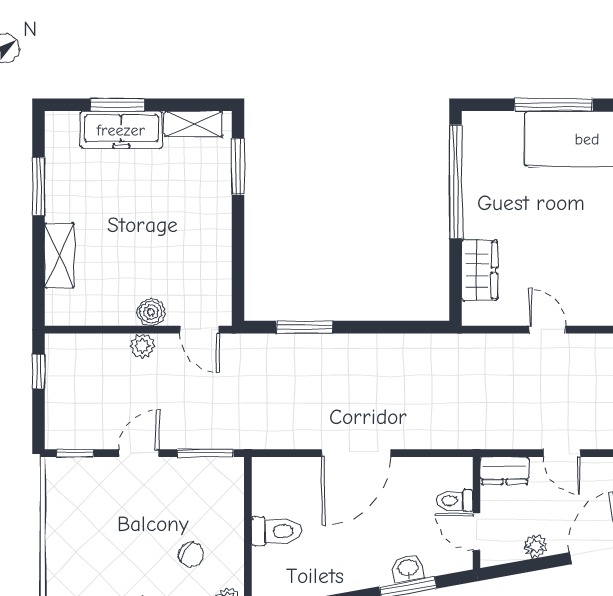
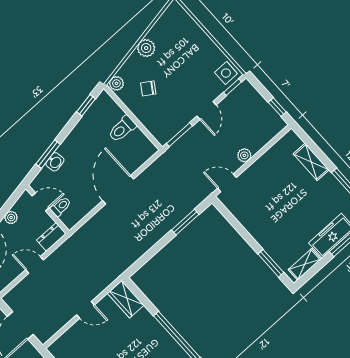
wardrobe: (479, 270) -> (126, 299), moved
boiler: (151, 312) -> (253, 172), removed
side table: (67, 480) -> (226, 73), added

